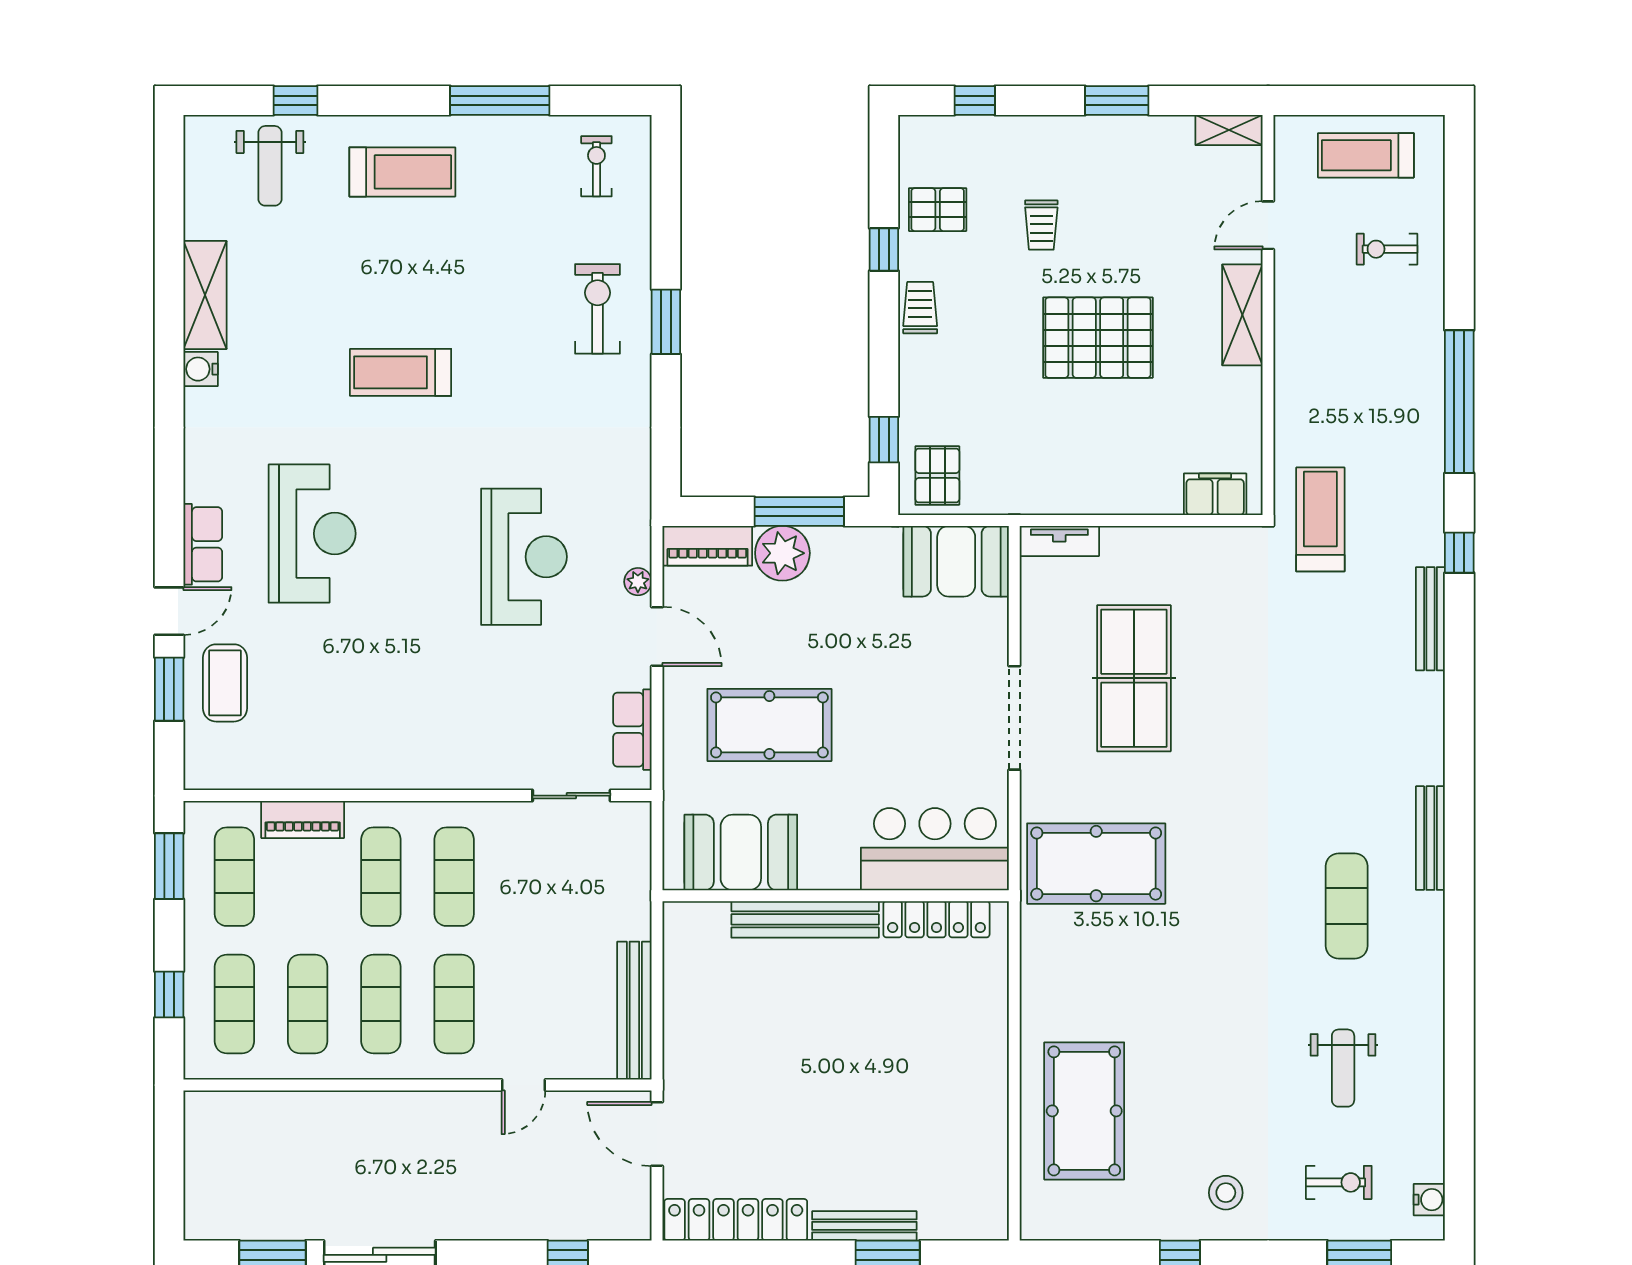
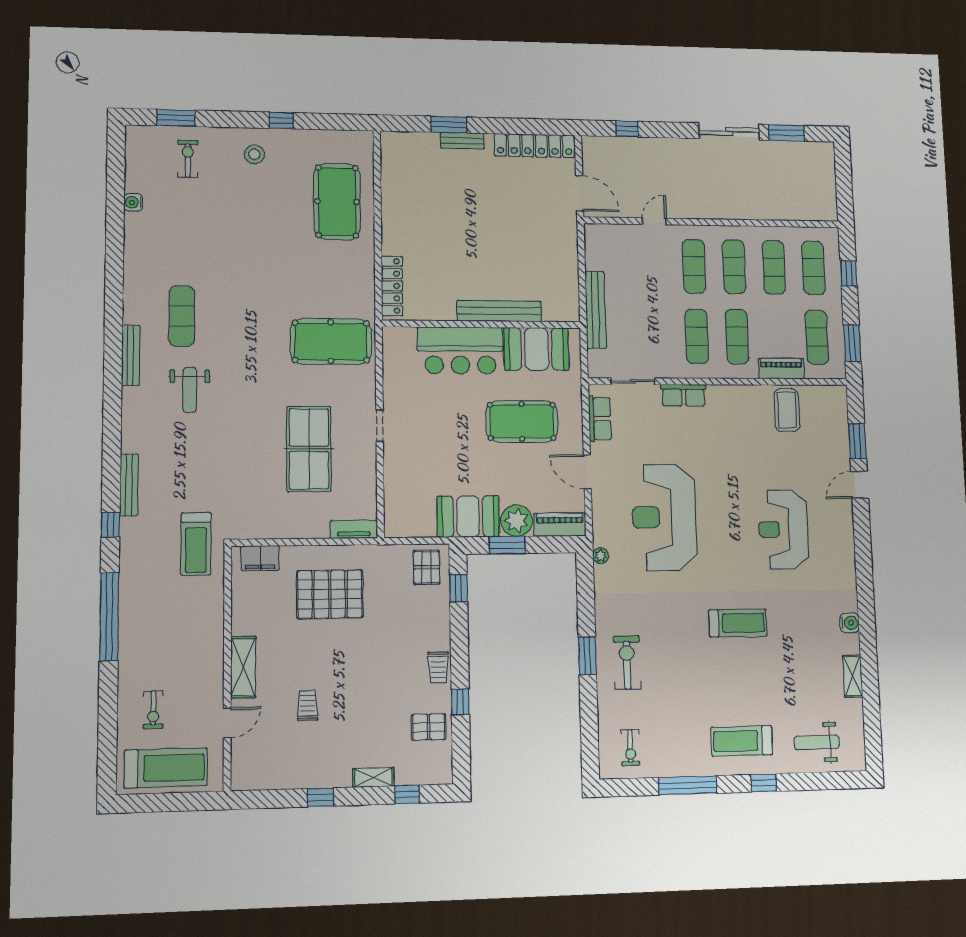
window: (296, 101) -> (764, 783), moved
window: (1117, 101) -> (320, 797), width x0.67
shelving: (1229, 130) -> (373, 777), moved
treadmill: (1366, 155) -> (166, 768), width x1.37, depth x1.38
weight bench: (270, 166) -> (817, 742), turned -90
trolley: (1041, 225) -> (308, 705), moved
exercise bike: (1387, 249) -> (153, 710), turned 90
shelving: (205, 295) -> (853, 676), width x0.67, depth x0.75
exercise bike: (597, 309) -> (627, 662), turned 180
pallet: (1098, 338) -> (330, 594), moved
window: (799, 512) -> (507, 545), width x0.69
row of seats: (203, 544) -> (683, 395), moved, turned -90
reception desk: (524, 557) -> (664, 517), width x1.36, depth x1.30
booth: (956, 561) -> (468, 516), moved
plant: (638, 582) -> (601, 556), moved
coffee table: (225, 683) -> (787, 410), moved
doorway: (1014, 718) -> (380, 426), width x0.53
bar counter: (935, 849) -> (460, 350), moved
locker: (936, 919) -> (392, 286), moved, turned 90
bench: (634, 1011) -> (596, 310), moved
weight bench: (1343, 1068) -> (190, 390), moved, turned 180
exercise bike: (1339, 1182) -> (188, 159), turned 90
water cooler: (1429, 1200) -> (133, 202), moved
bench: (864, 1226) -> (462, 141), width x0.73

